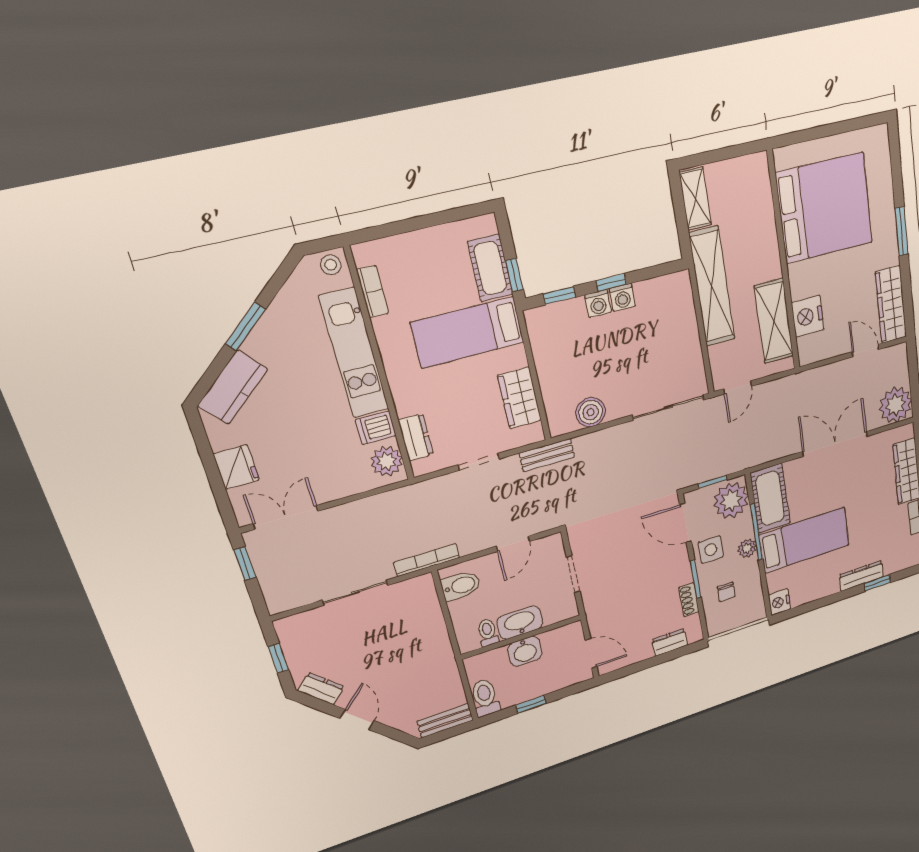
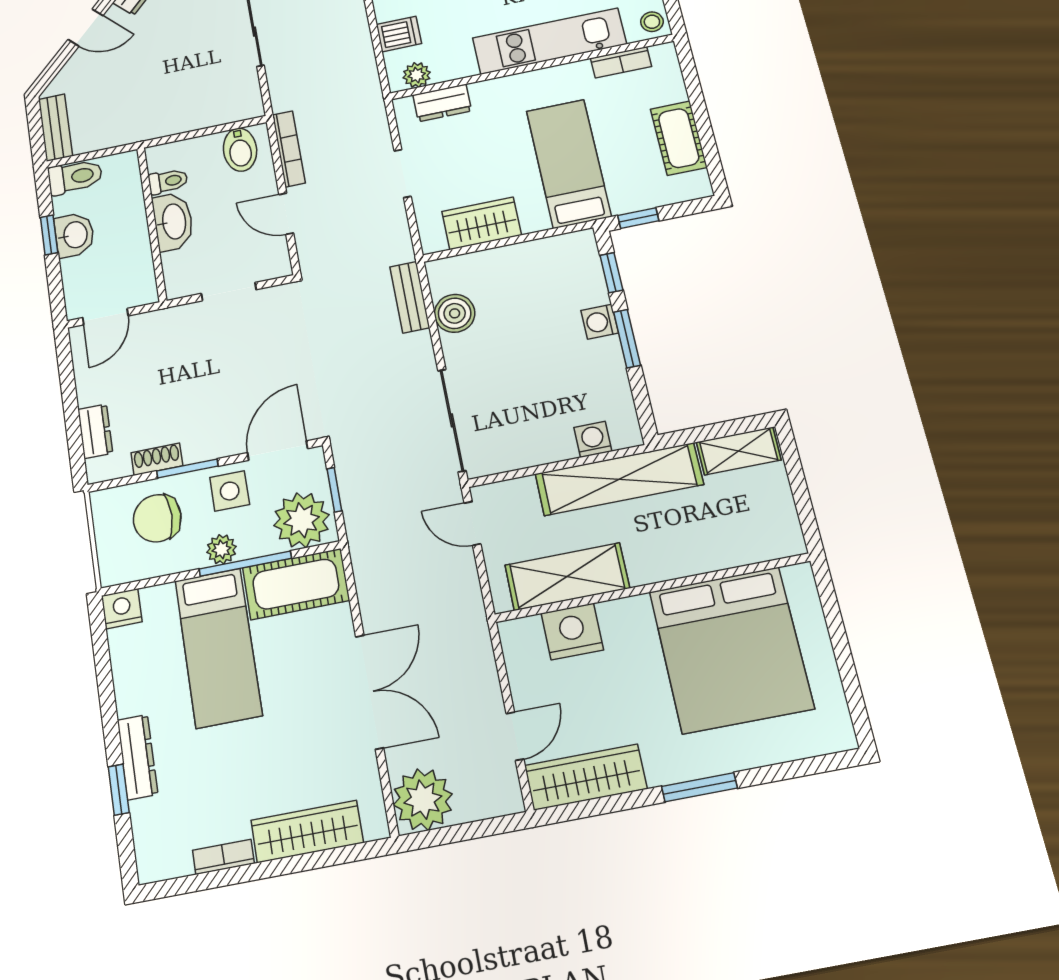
cot: (490, 268) -> (679, 138), moved, turned 90
window: (611, 282) -> (627, 339), width x1.50
washing machine: (622, 297) -> (593, 439), moved, turned 90
dishwasher: (376, 428) -> (399, 34), moved, turned 90
bench: (547, 455) -> (410, 297), moved
plant: (387, 461) -> (417, 75), width x0.73, depth x0.73
bookcase: (427, 560) -> (289, 149), moved
chair: (726, 592) -> (157, 518), width x1.87, depth x1.87
washbasin: (525, 651) -> (74, 235), moved, turned 180

